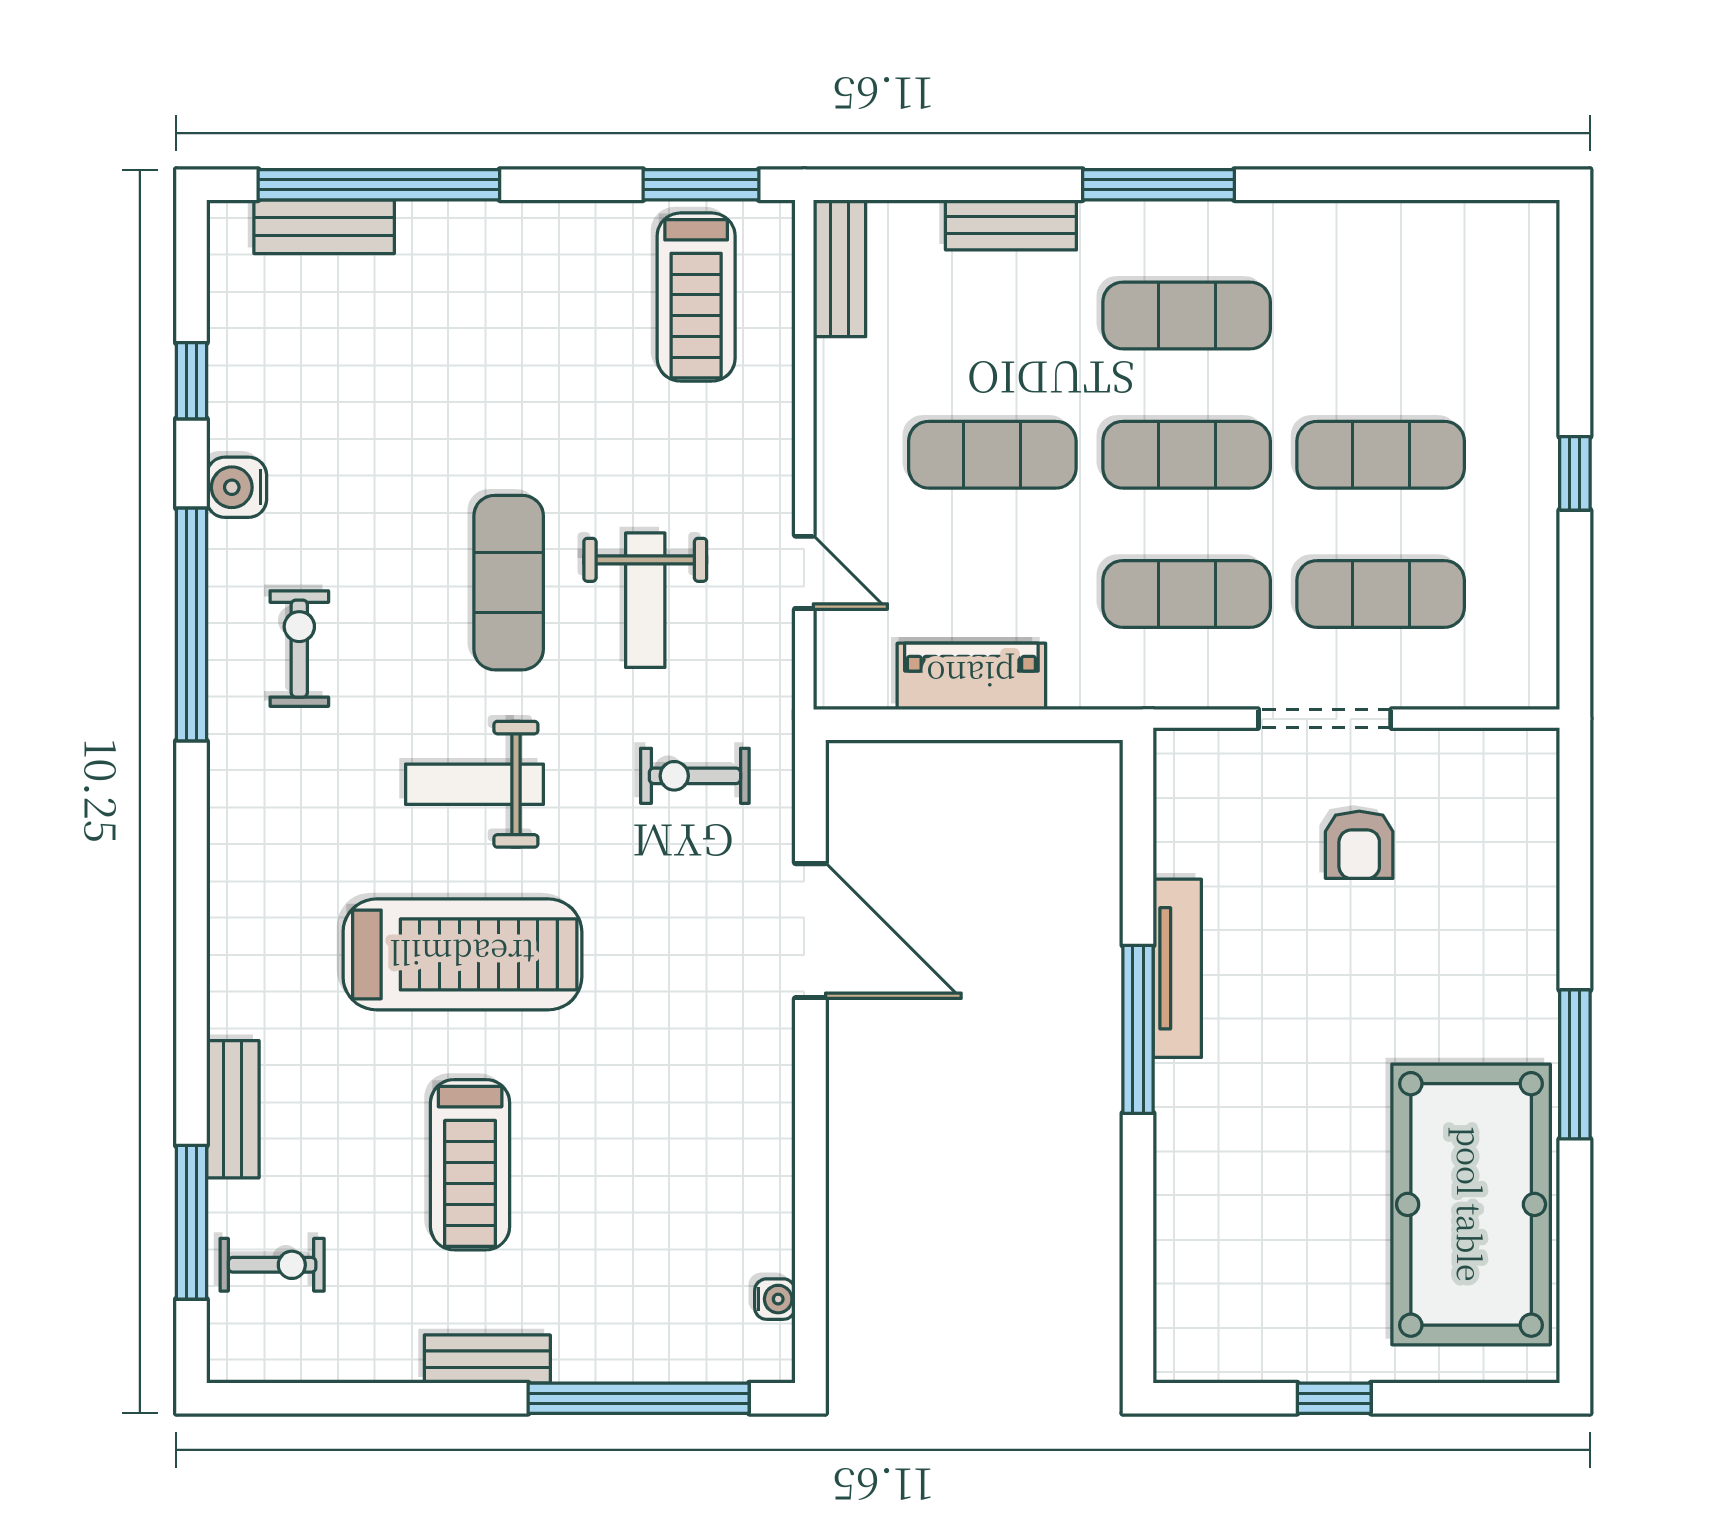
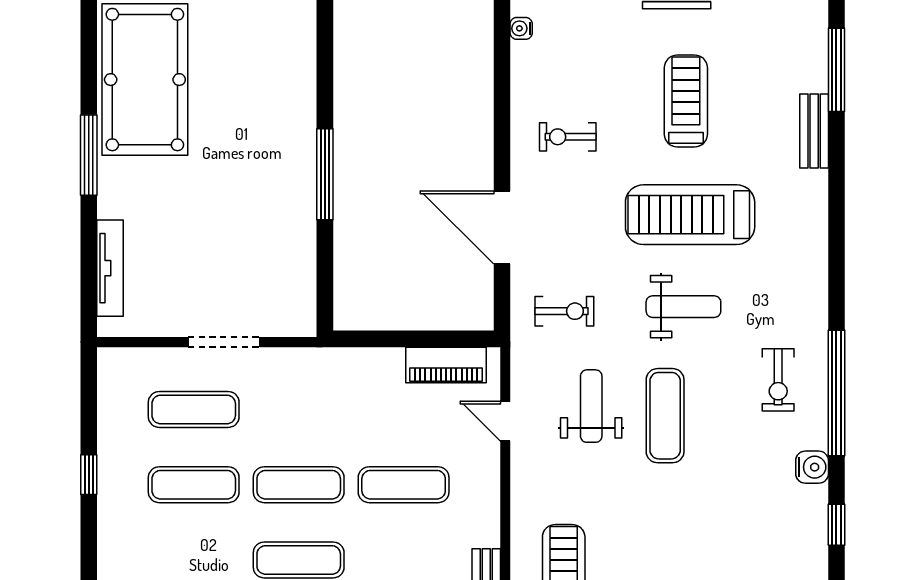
exercise mat: (1187, 594) -> (299, 409), removed
piano: (971, 676) -> (446, 365), moved
armchair: (1359, 845) -> (205, 274), removed
tv unit: (1177, 968) -> (110, 268), moved, turned 180
exercise bike: (272, 1265) -> (568, 137), moved

